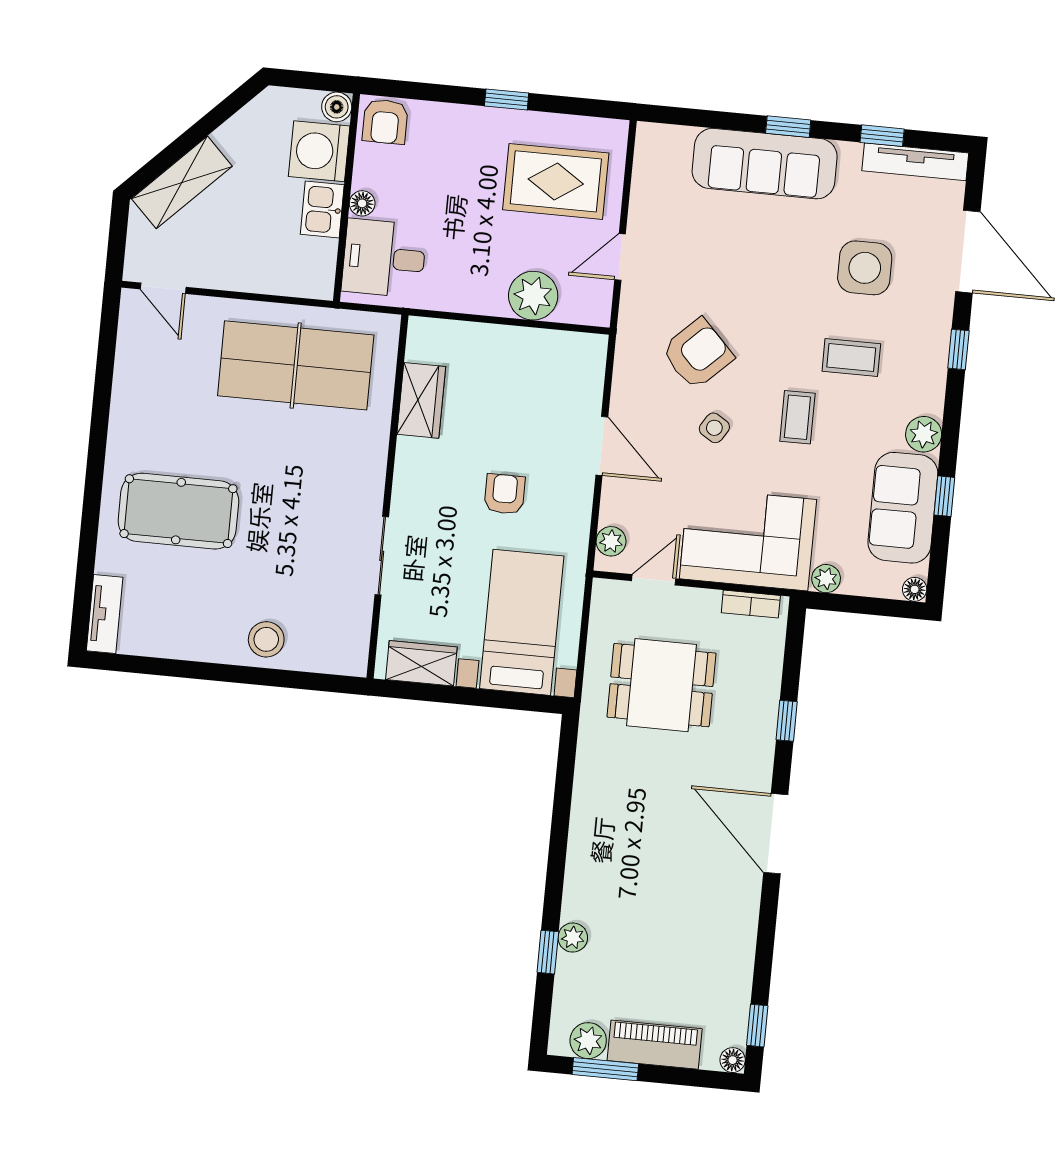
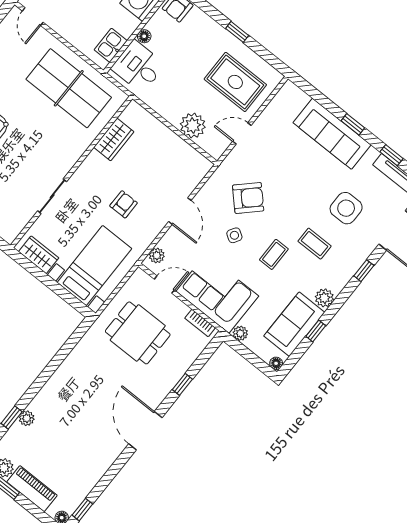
kitchen sink: (322, 210) -> (111, 45), moved

